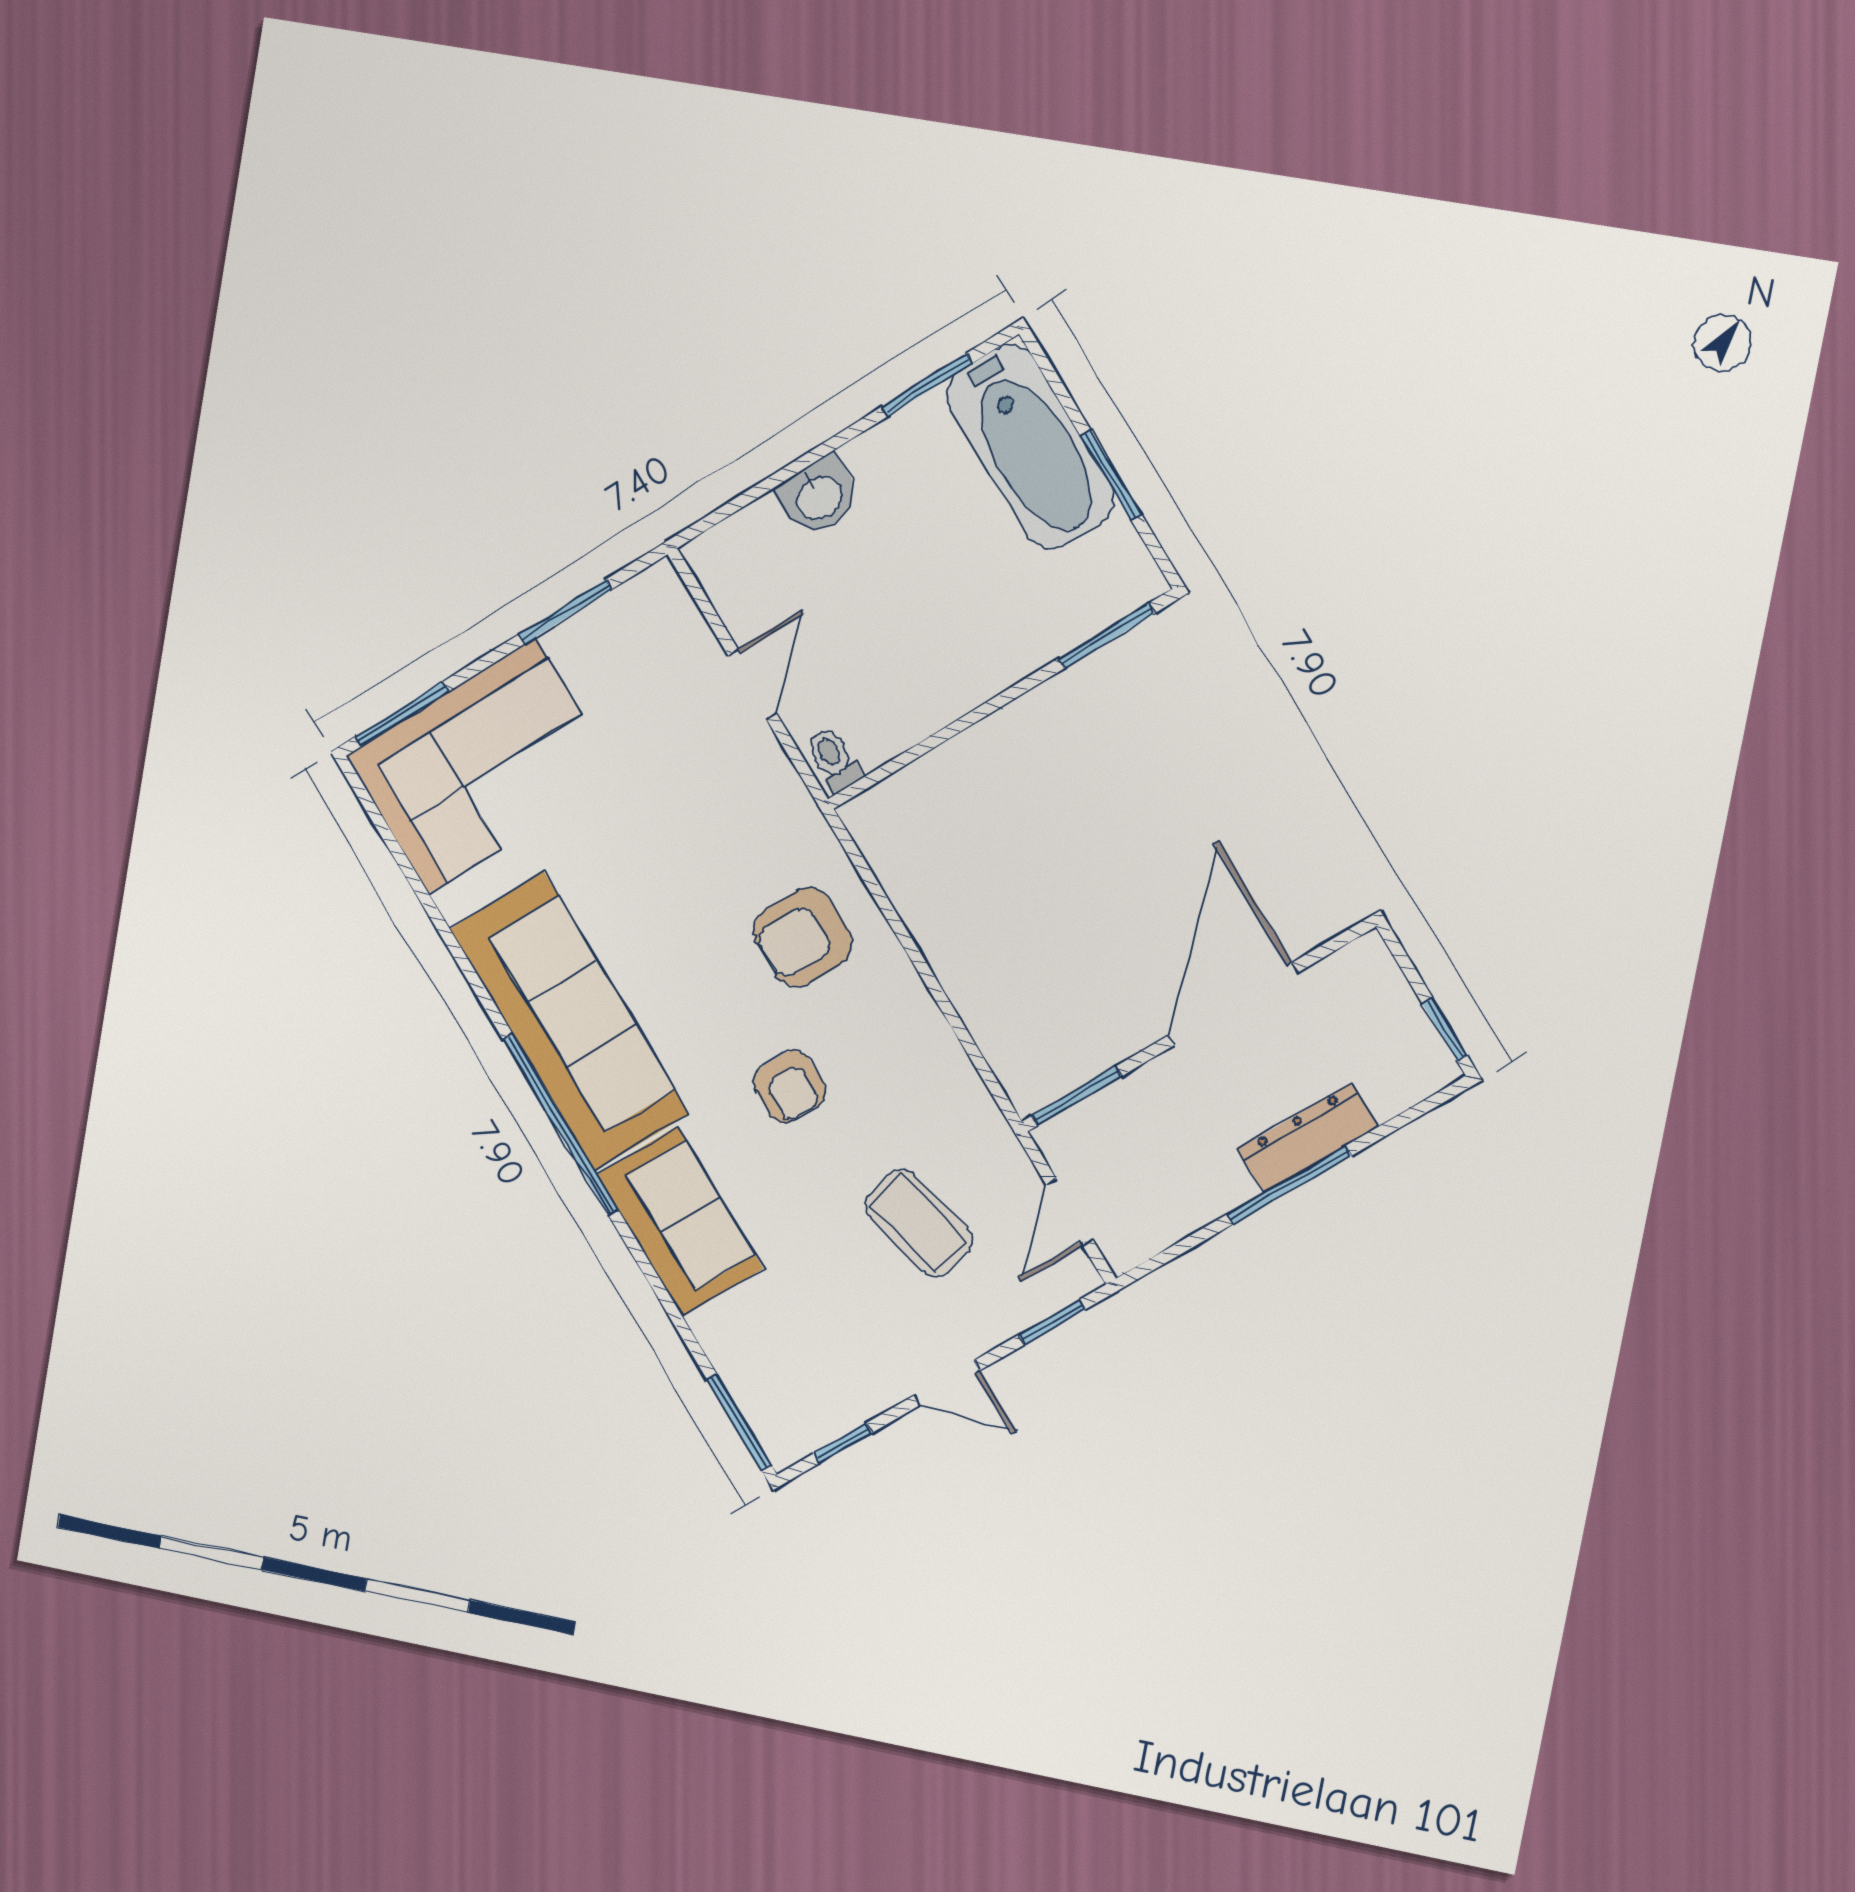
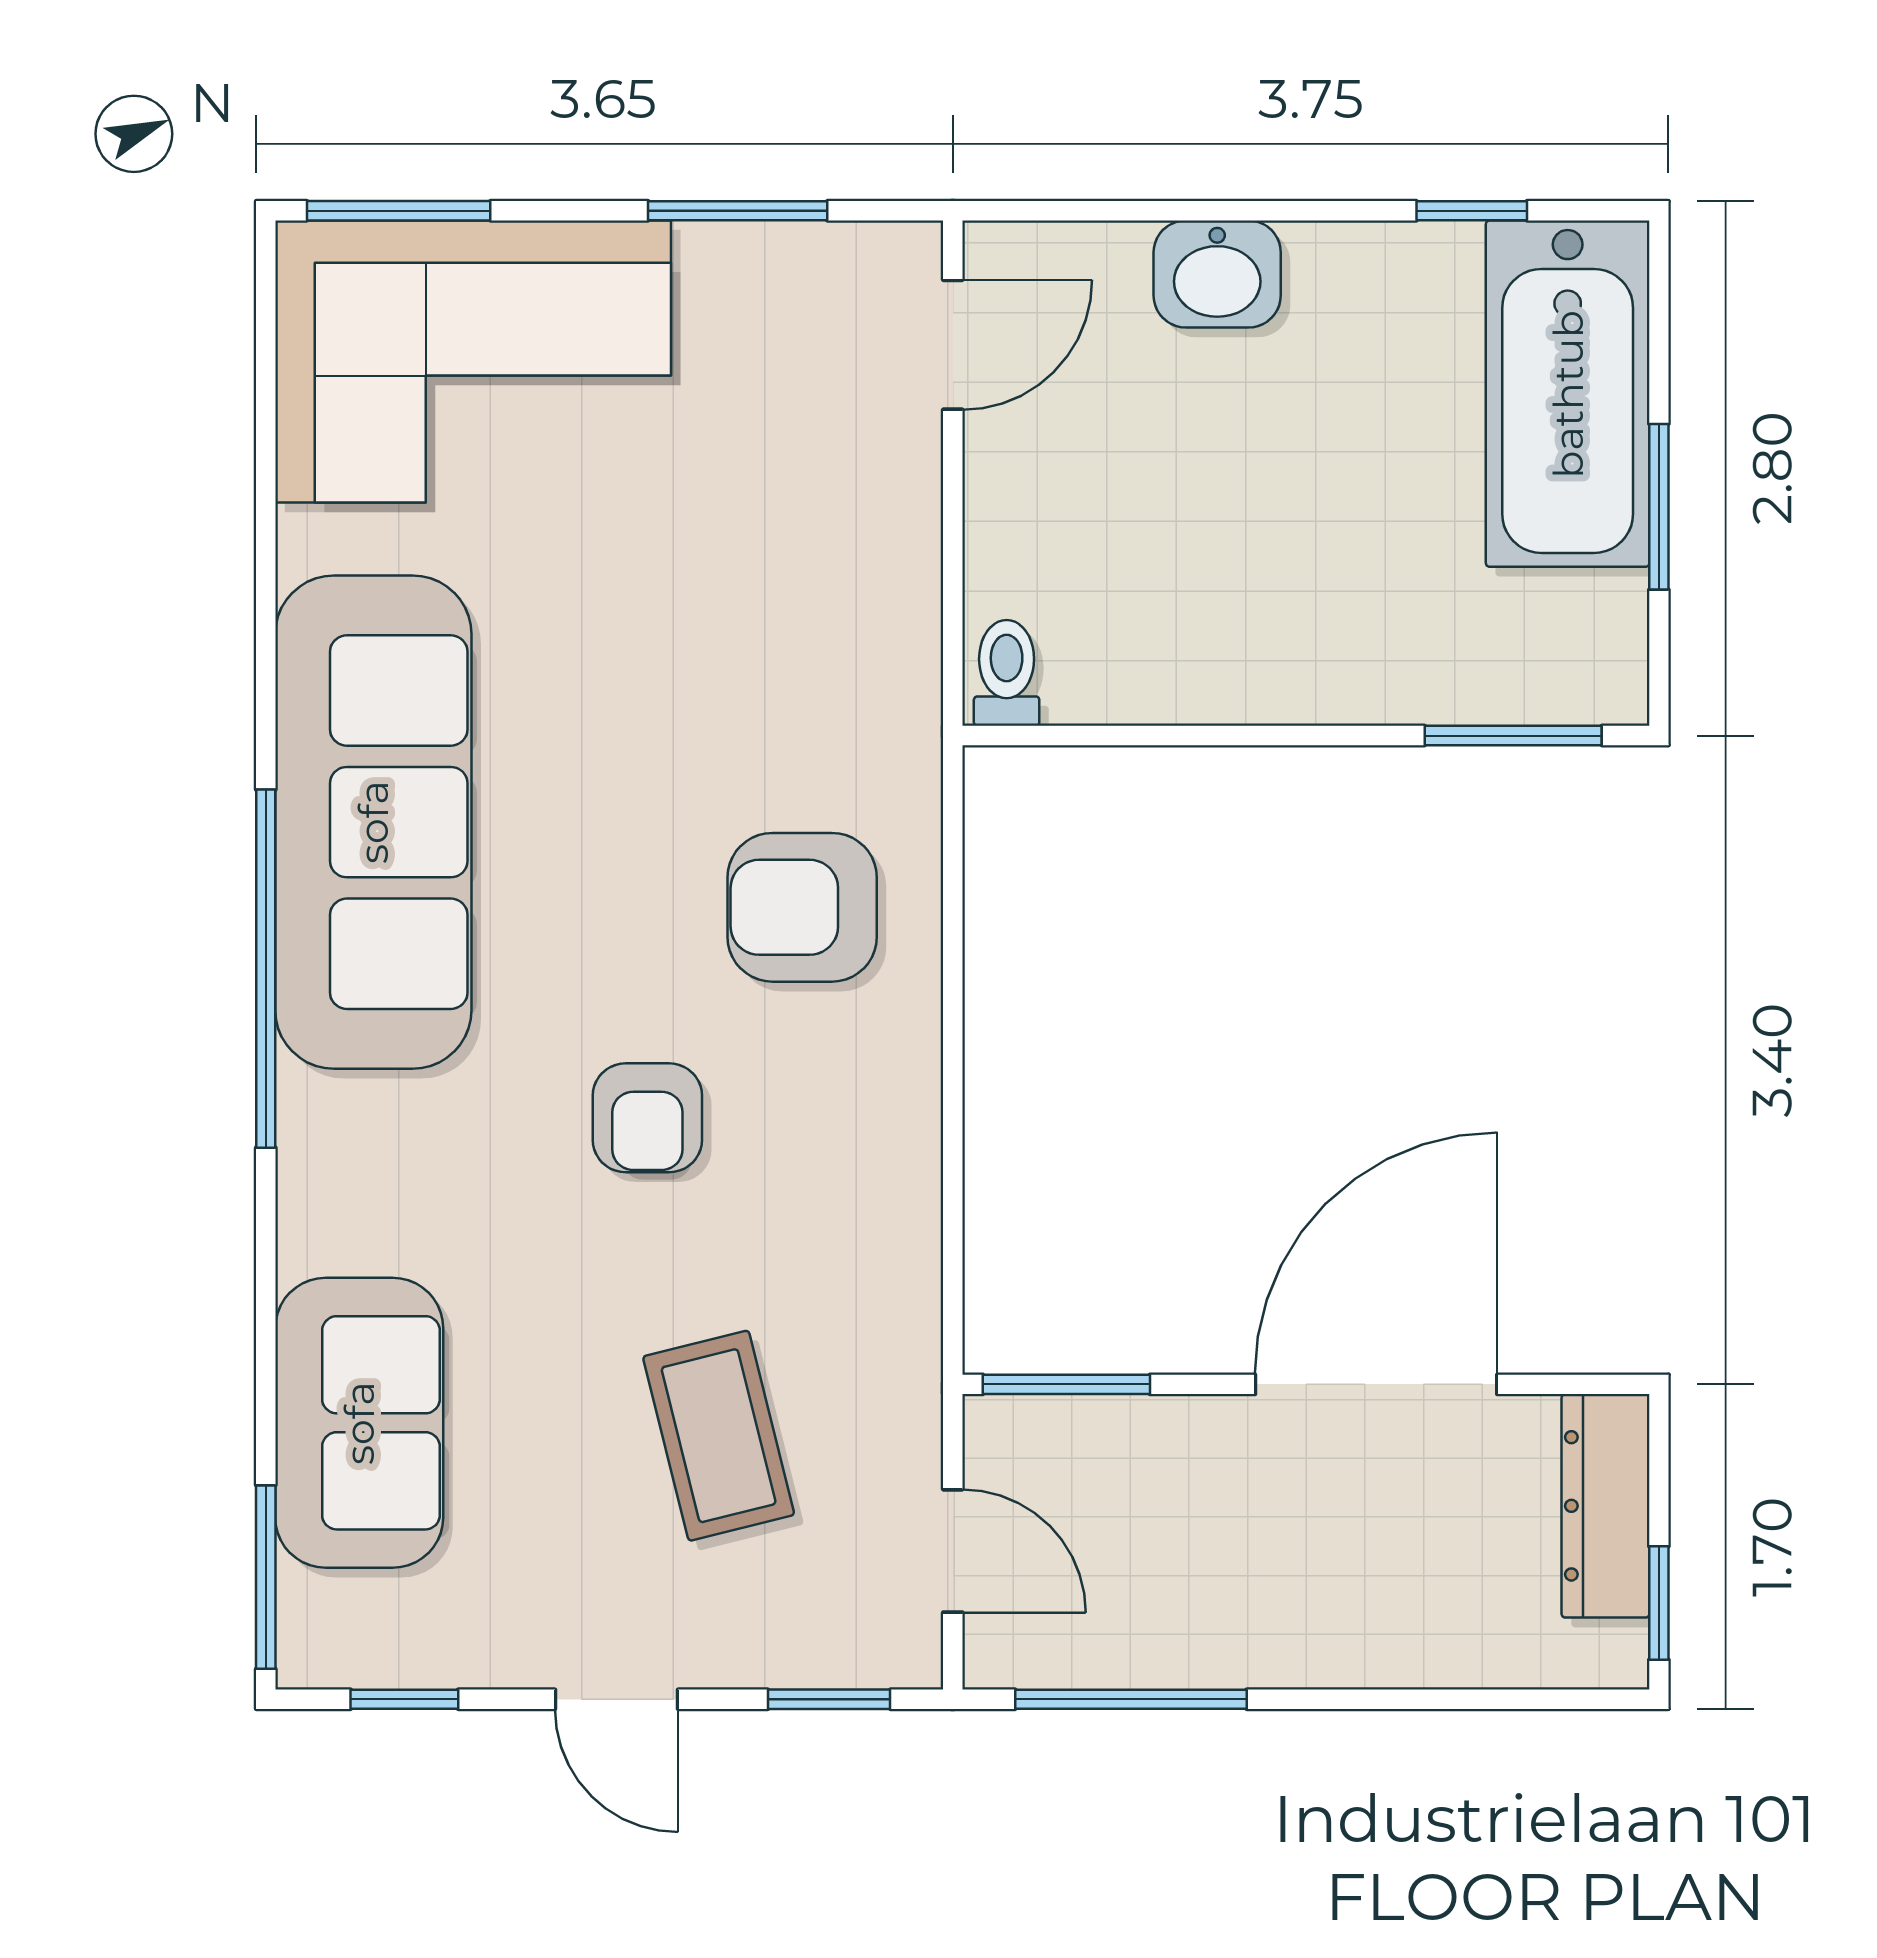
window: (927, 385) -> (1472, 211), width x0.67
door: (752, 685) -> (953, 345), moved
dresser: (1308, 1138) -> (1606, 1506), moved, turned -90
window: (1289, 1185) -> (1131, 1699), moved
door: (1070, 1212) -> (953, 1551), swing flipped
sofa: (680, 1221) -> (359, 1423), moved

